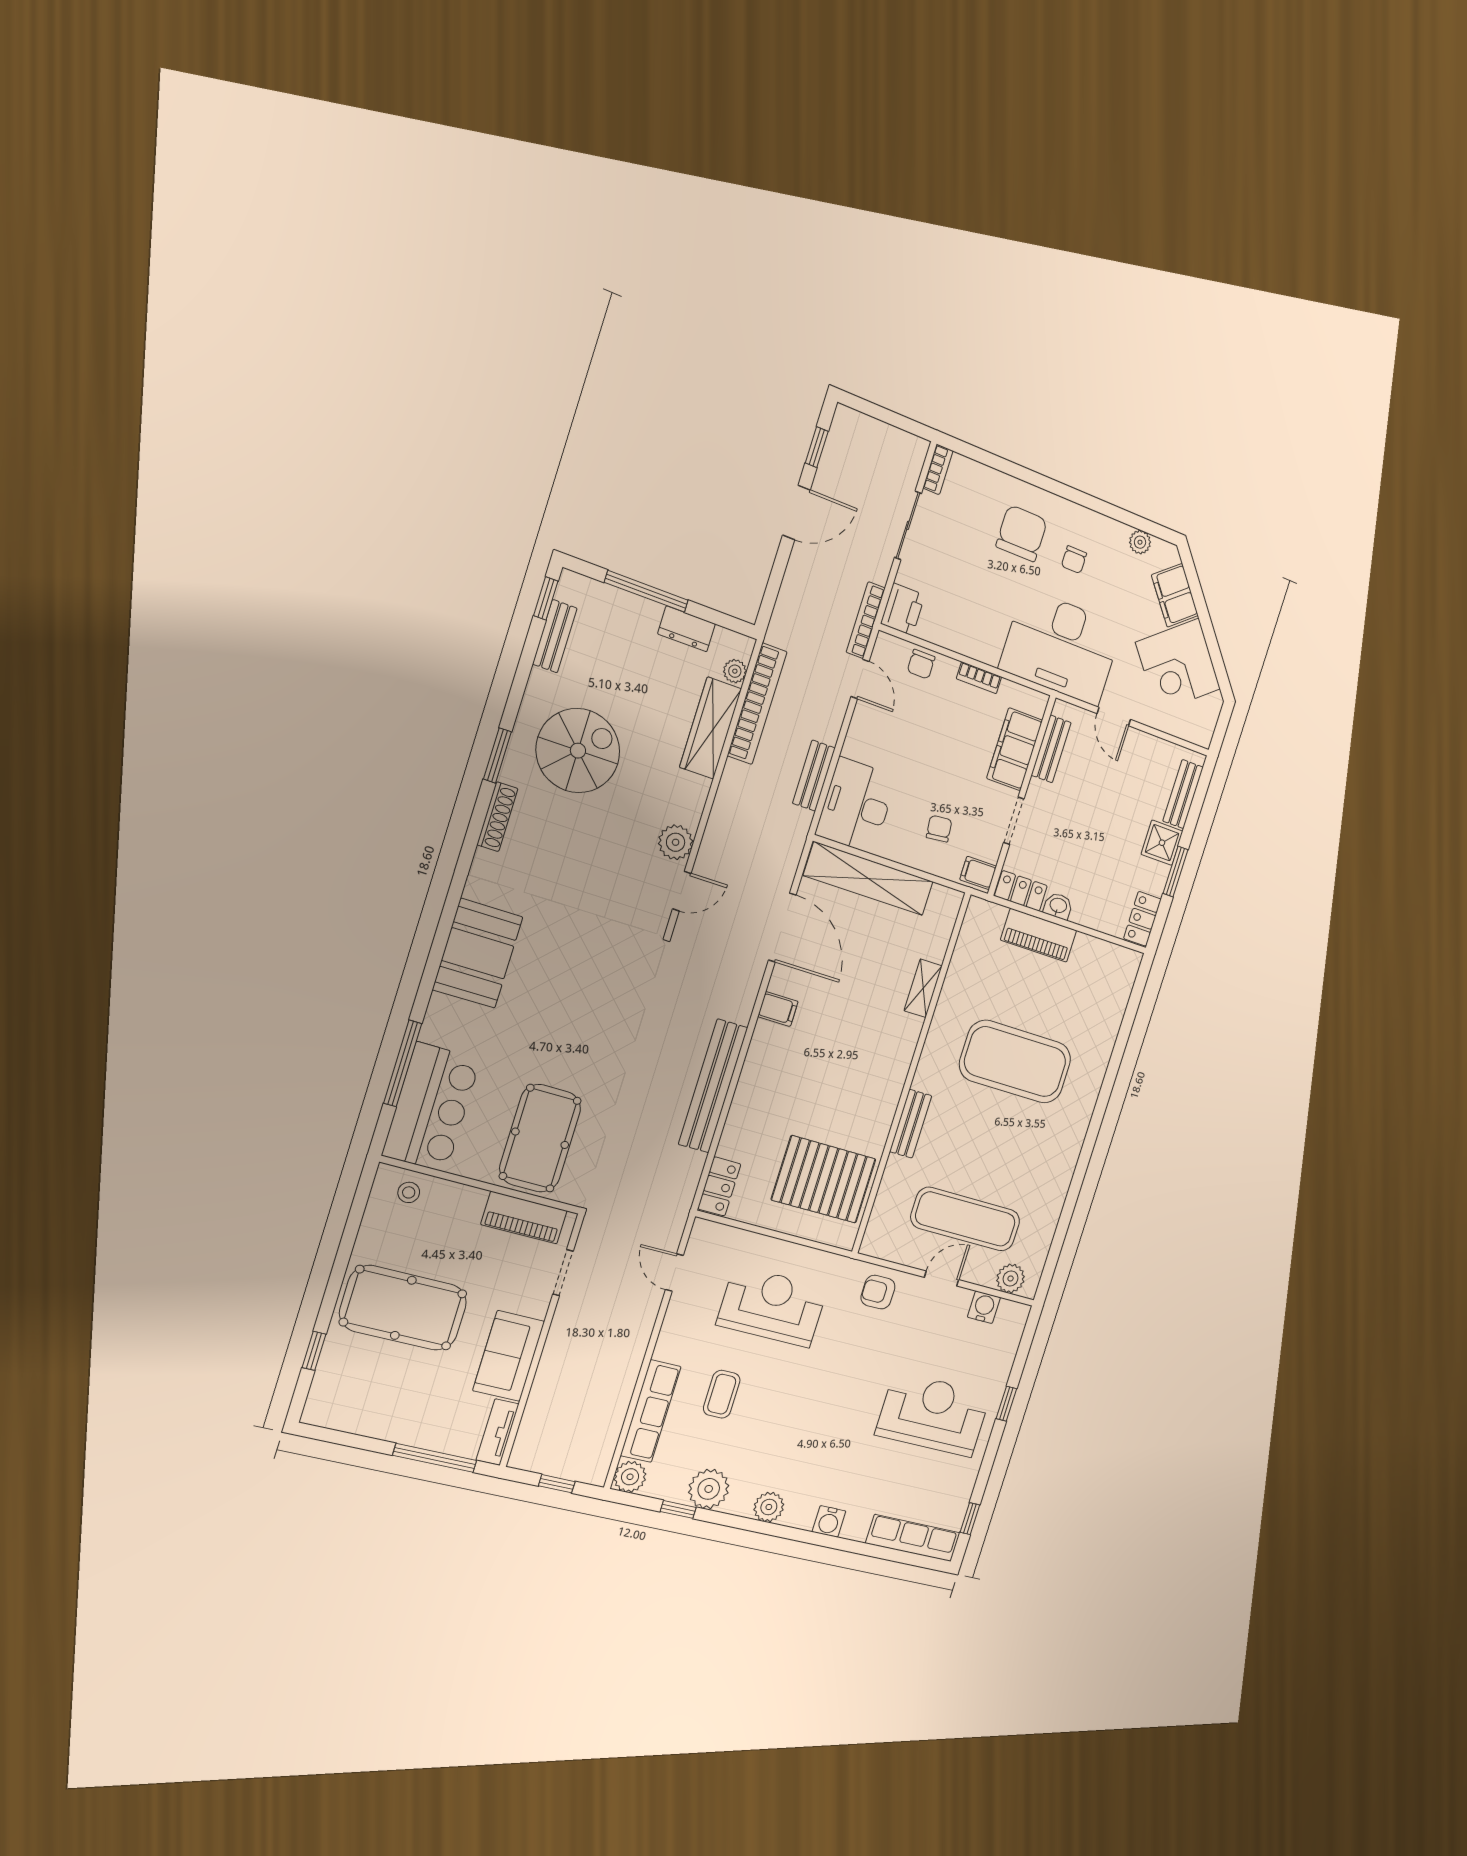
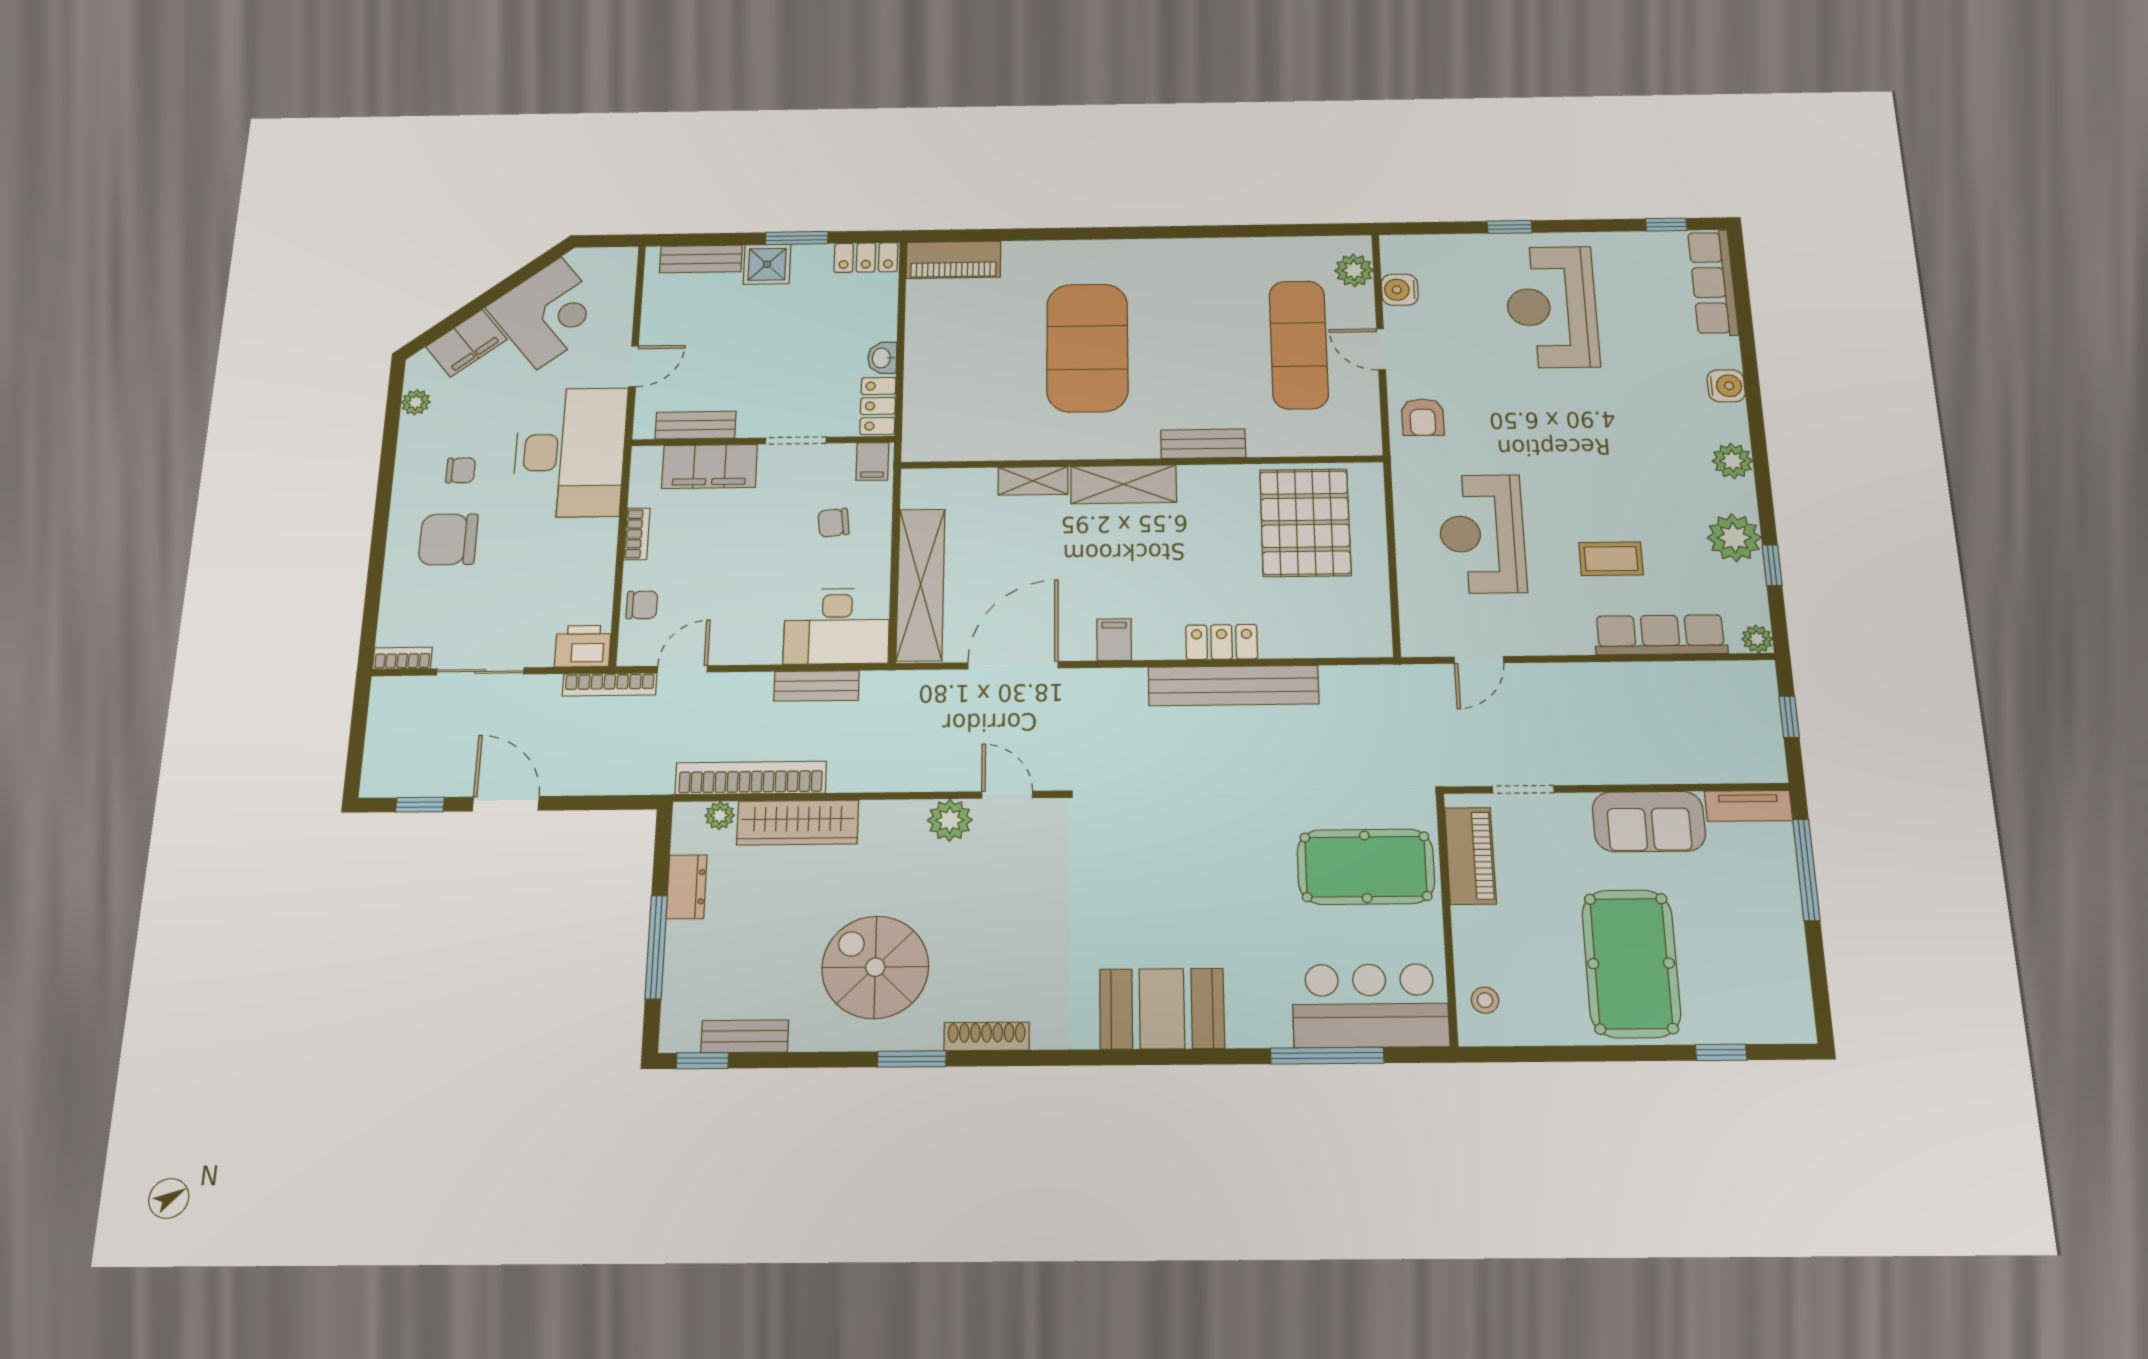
piano: (1039, 935) -> (953, 260), moved, turned 90
shelving: (898, 1055) -> (1124, 484), added
locker: (719, 1186) -> (1222, 642), moved
plant: (630, 1477) -> (1757, 639), width x0.73, depth x0.73

